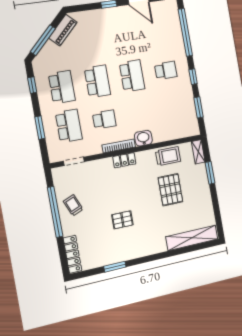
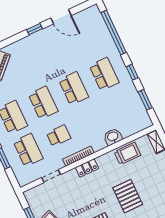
school desk: (166, 70) -> (104, 74), width x1.85
washbasin: (143, 138) -> (113, 137), moved
doorway: (74, 161) -> (51, 176), moved
pallet: (170, 190) -> (128, 196), moved

